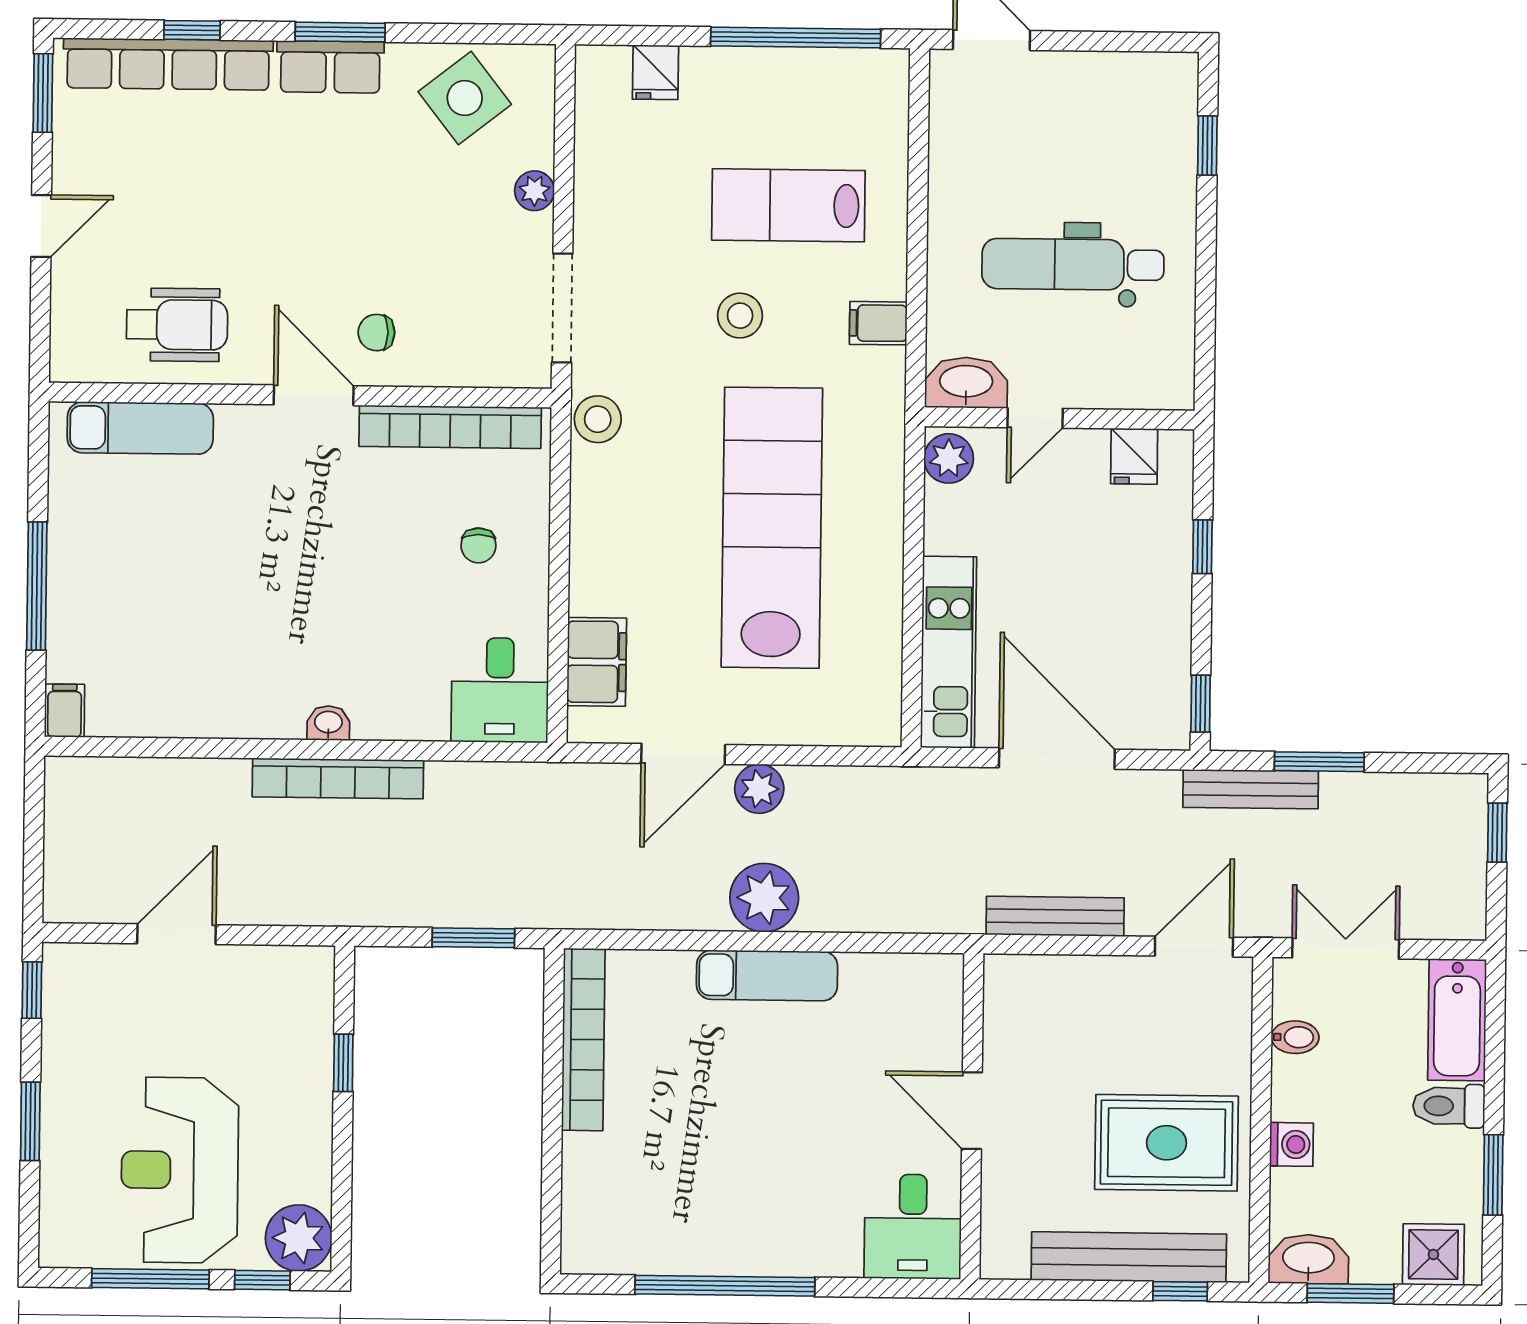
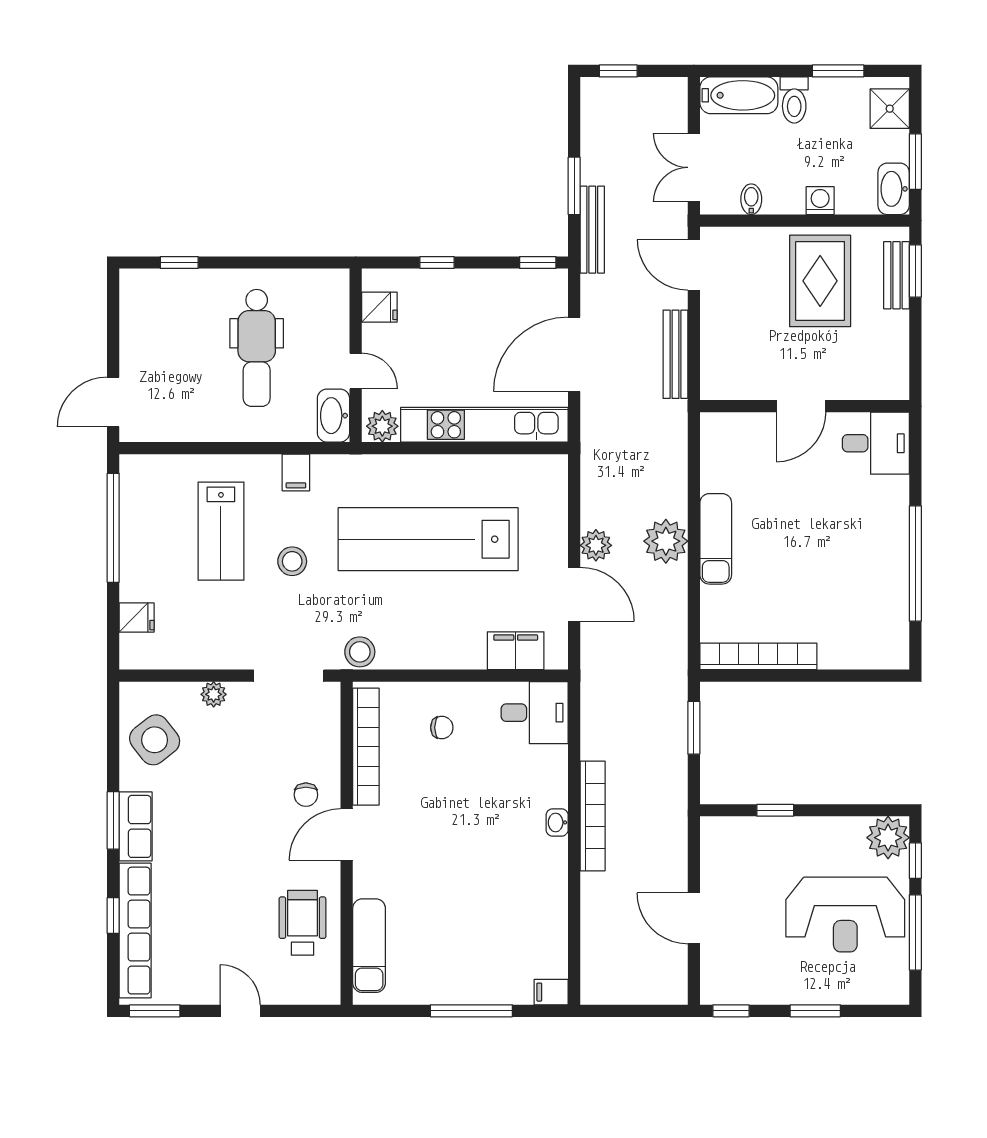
kitchen unit: (949, 652) -> (484, 425), width x1.36
bench: (1129, 1257) -> (897, 275), width x0.54, depth x0.82
window: (1180, 1291) -> (915, 271), width x1.50

